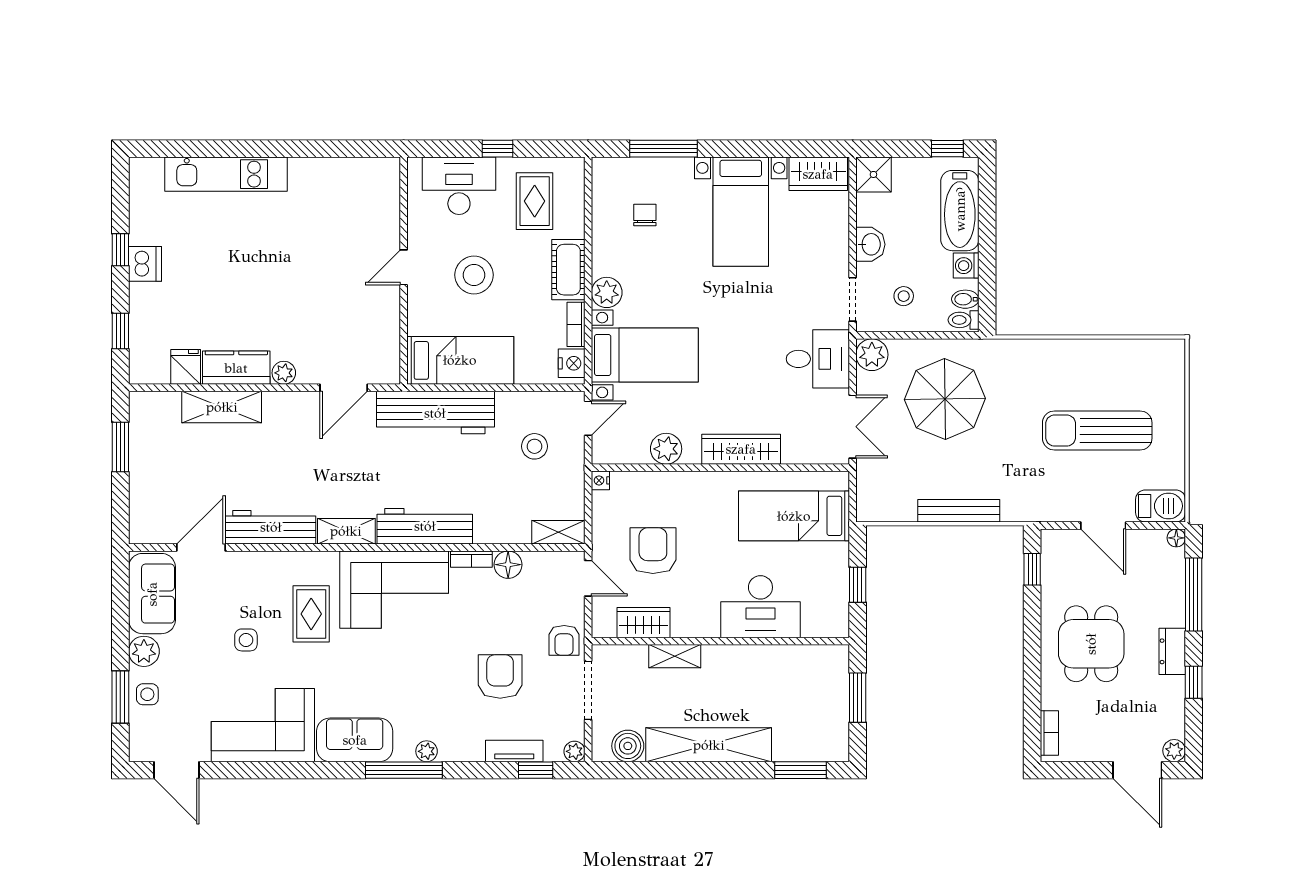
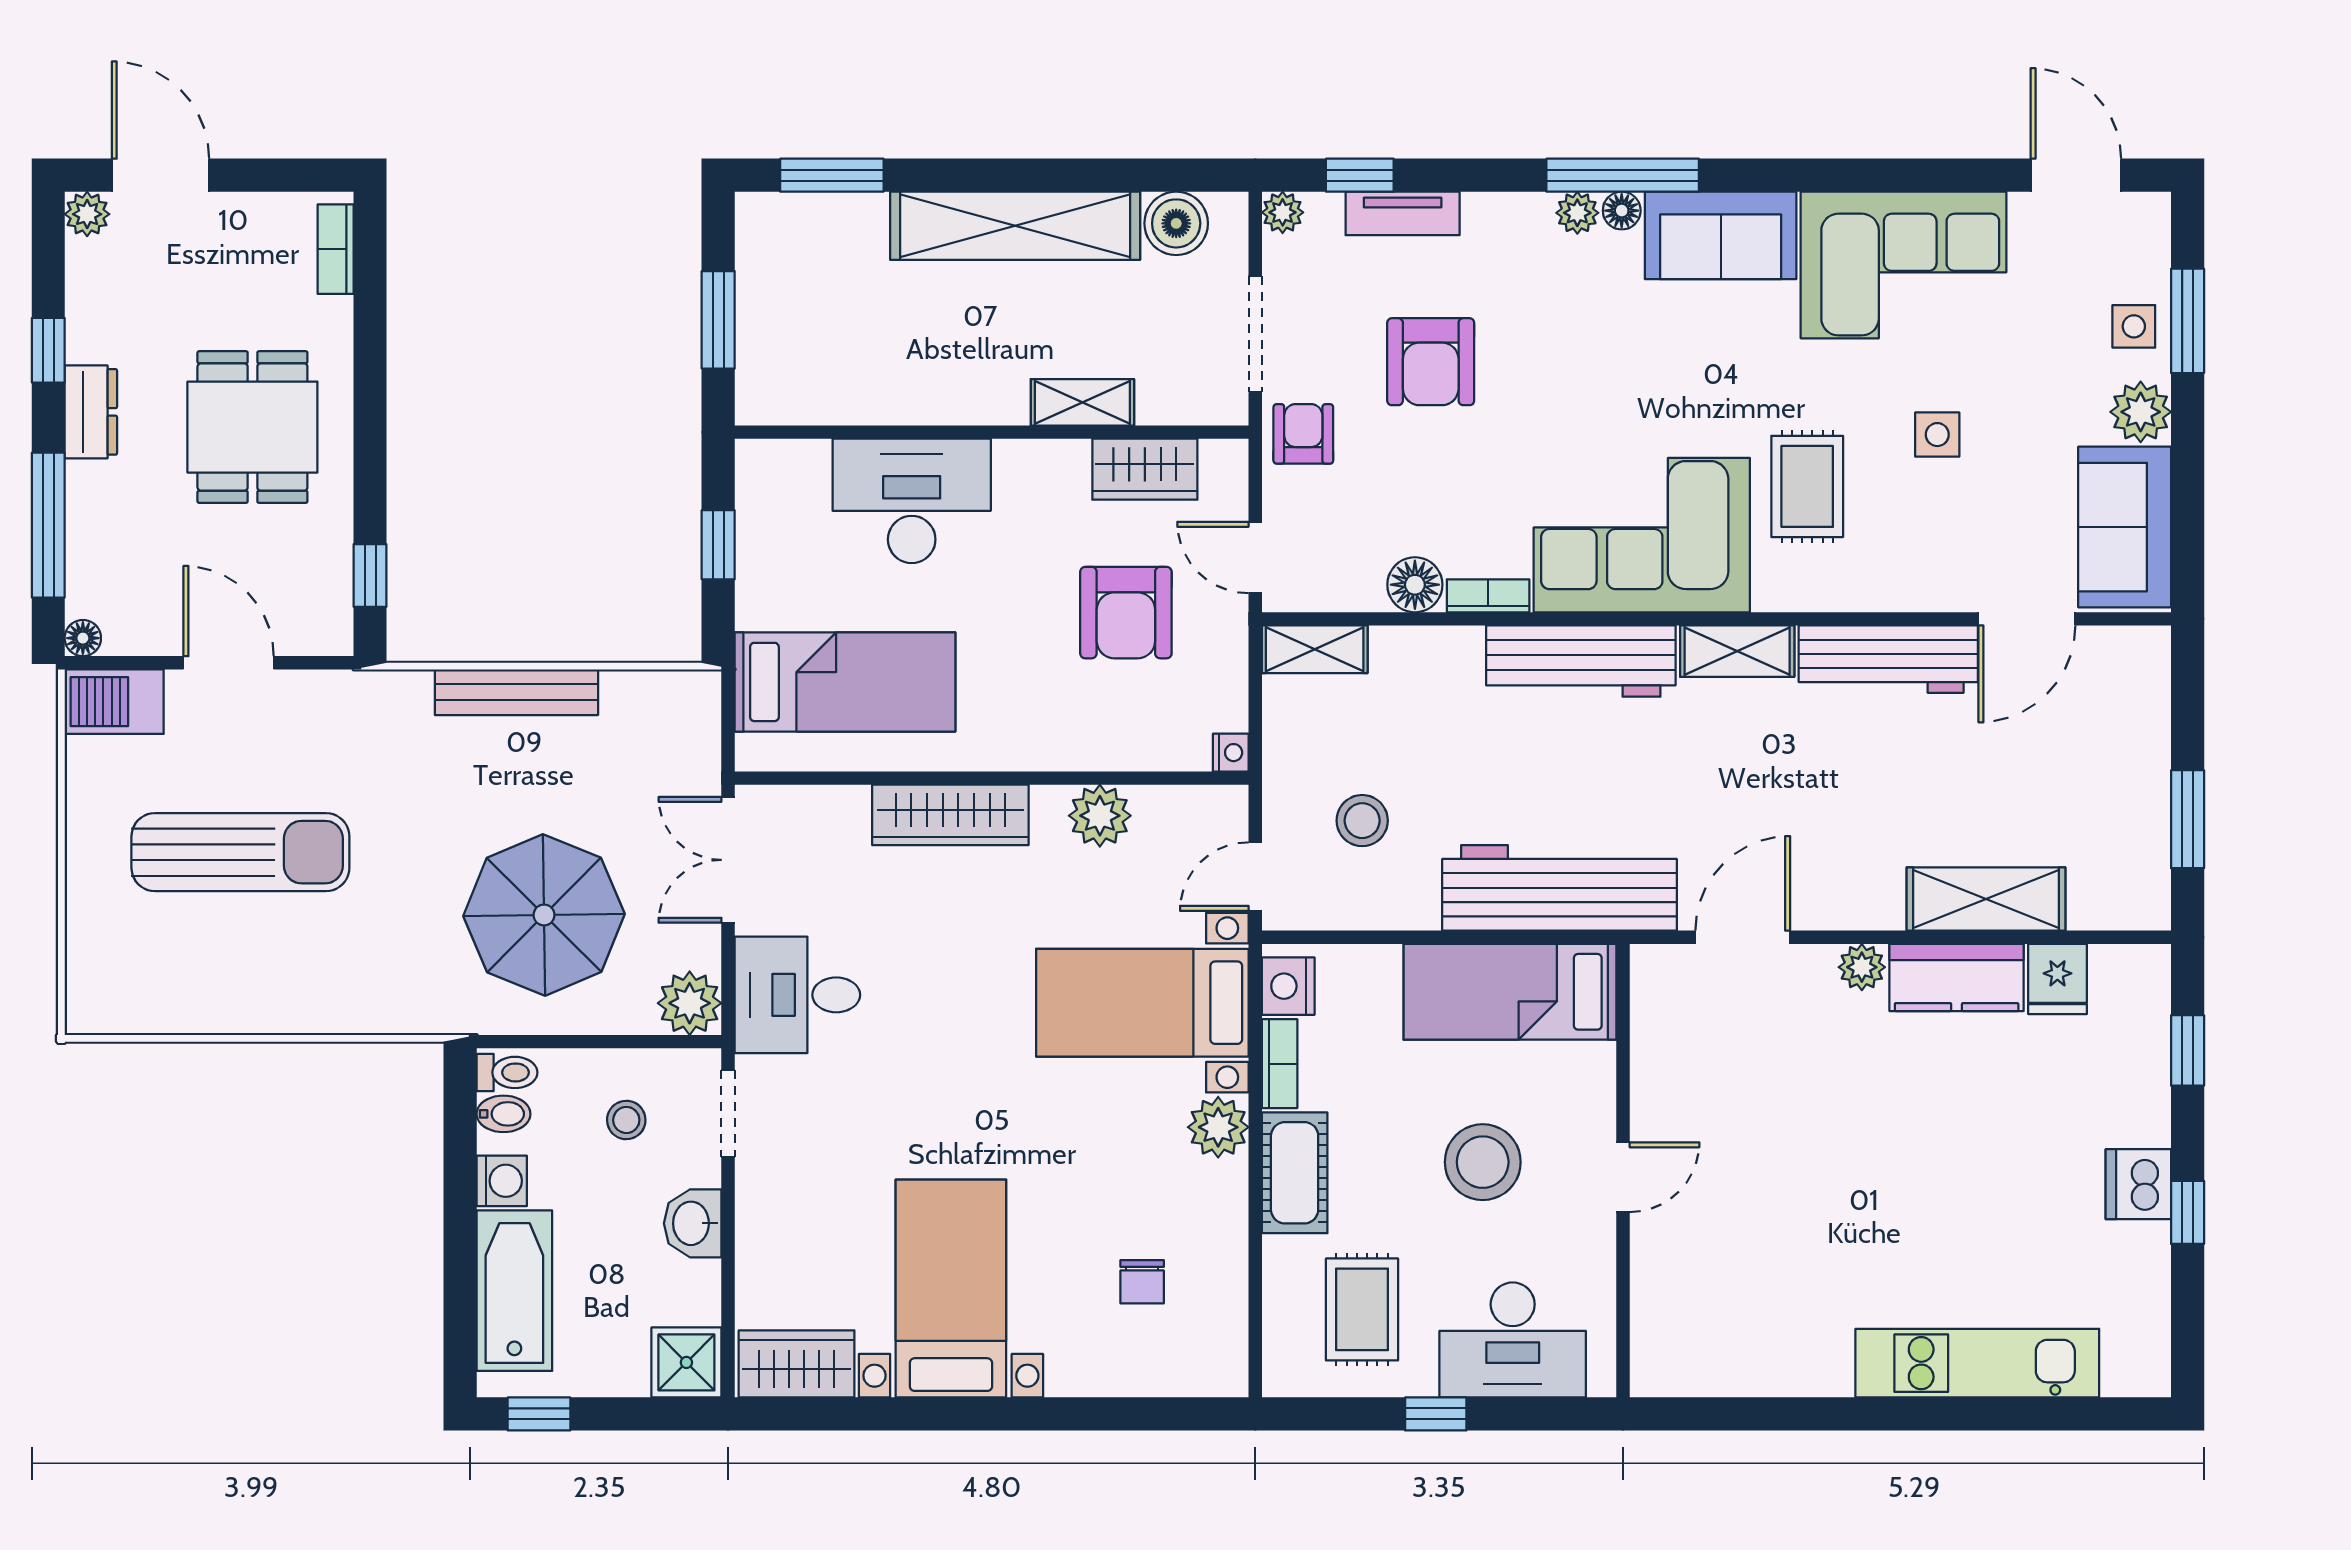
window: (663, 149) -> (1105, 1414), removed
floor lamp: (404, 752) -> (1622, 211), added

